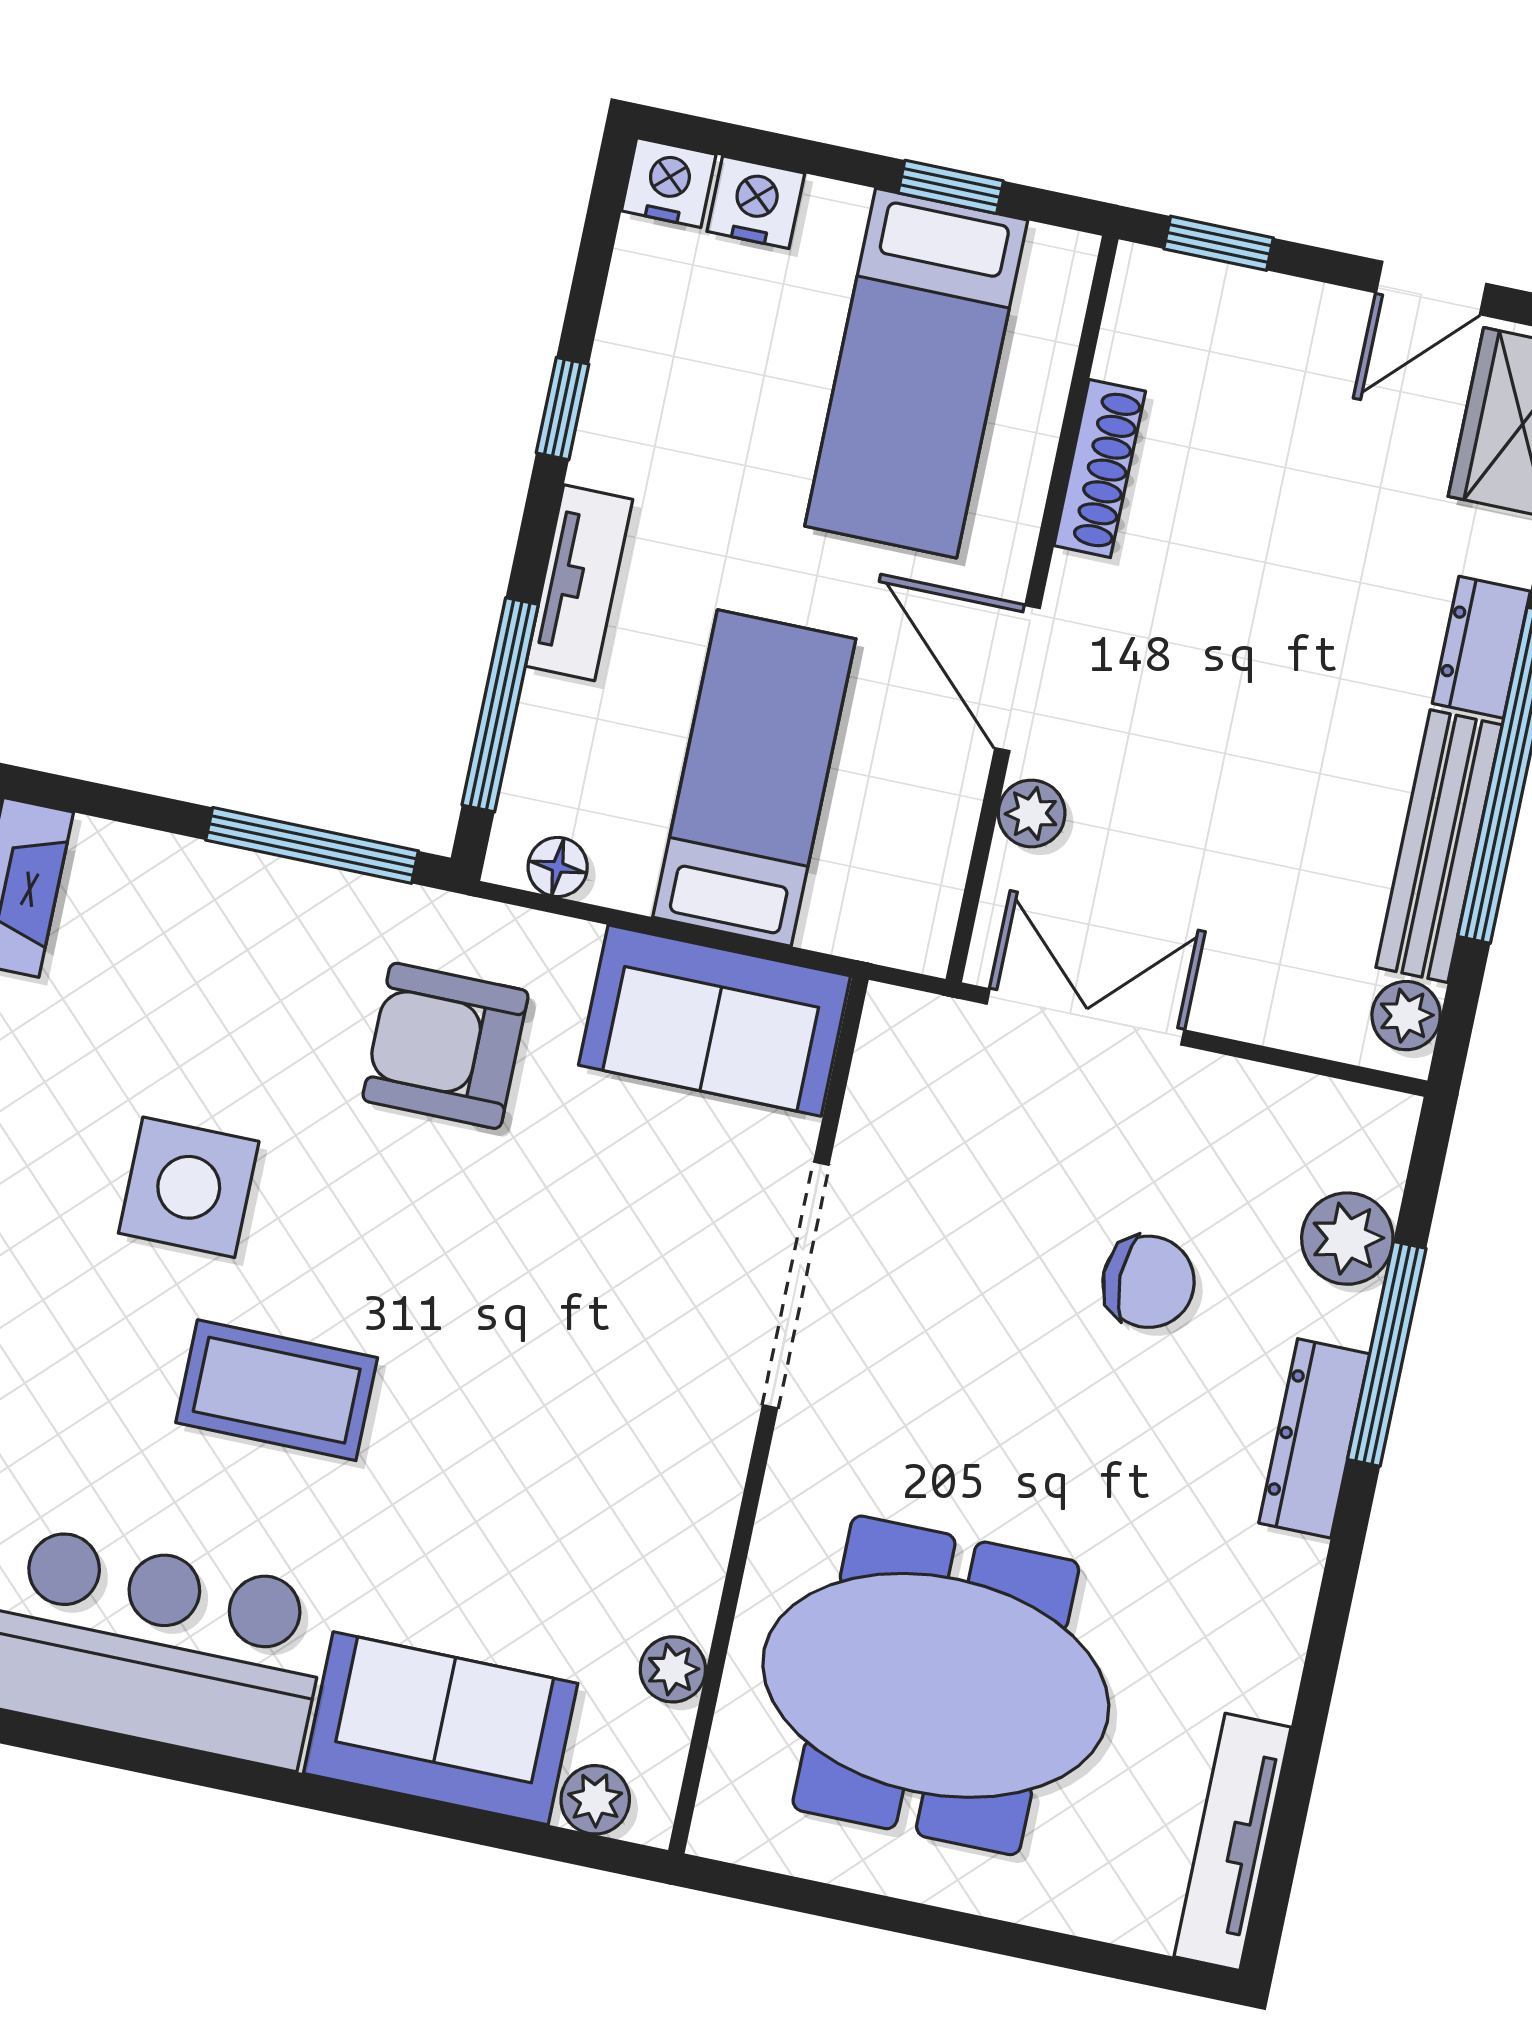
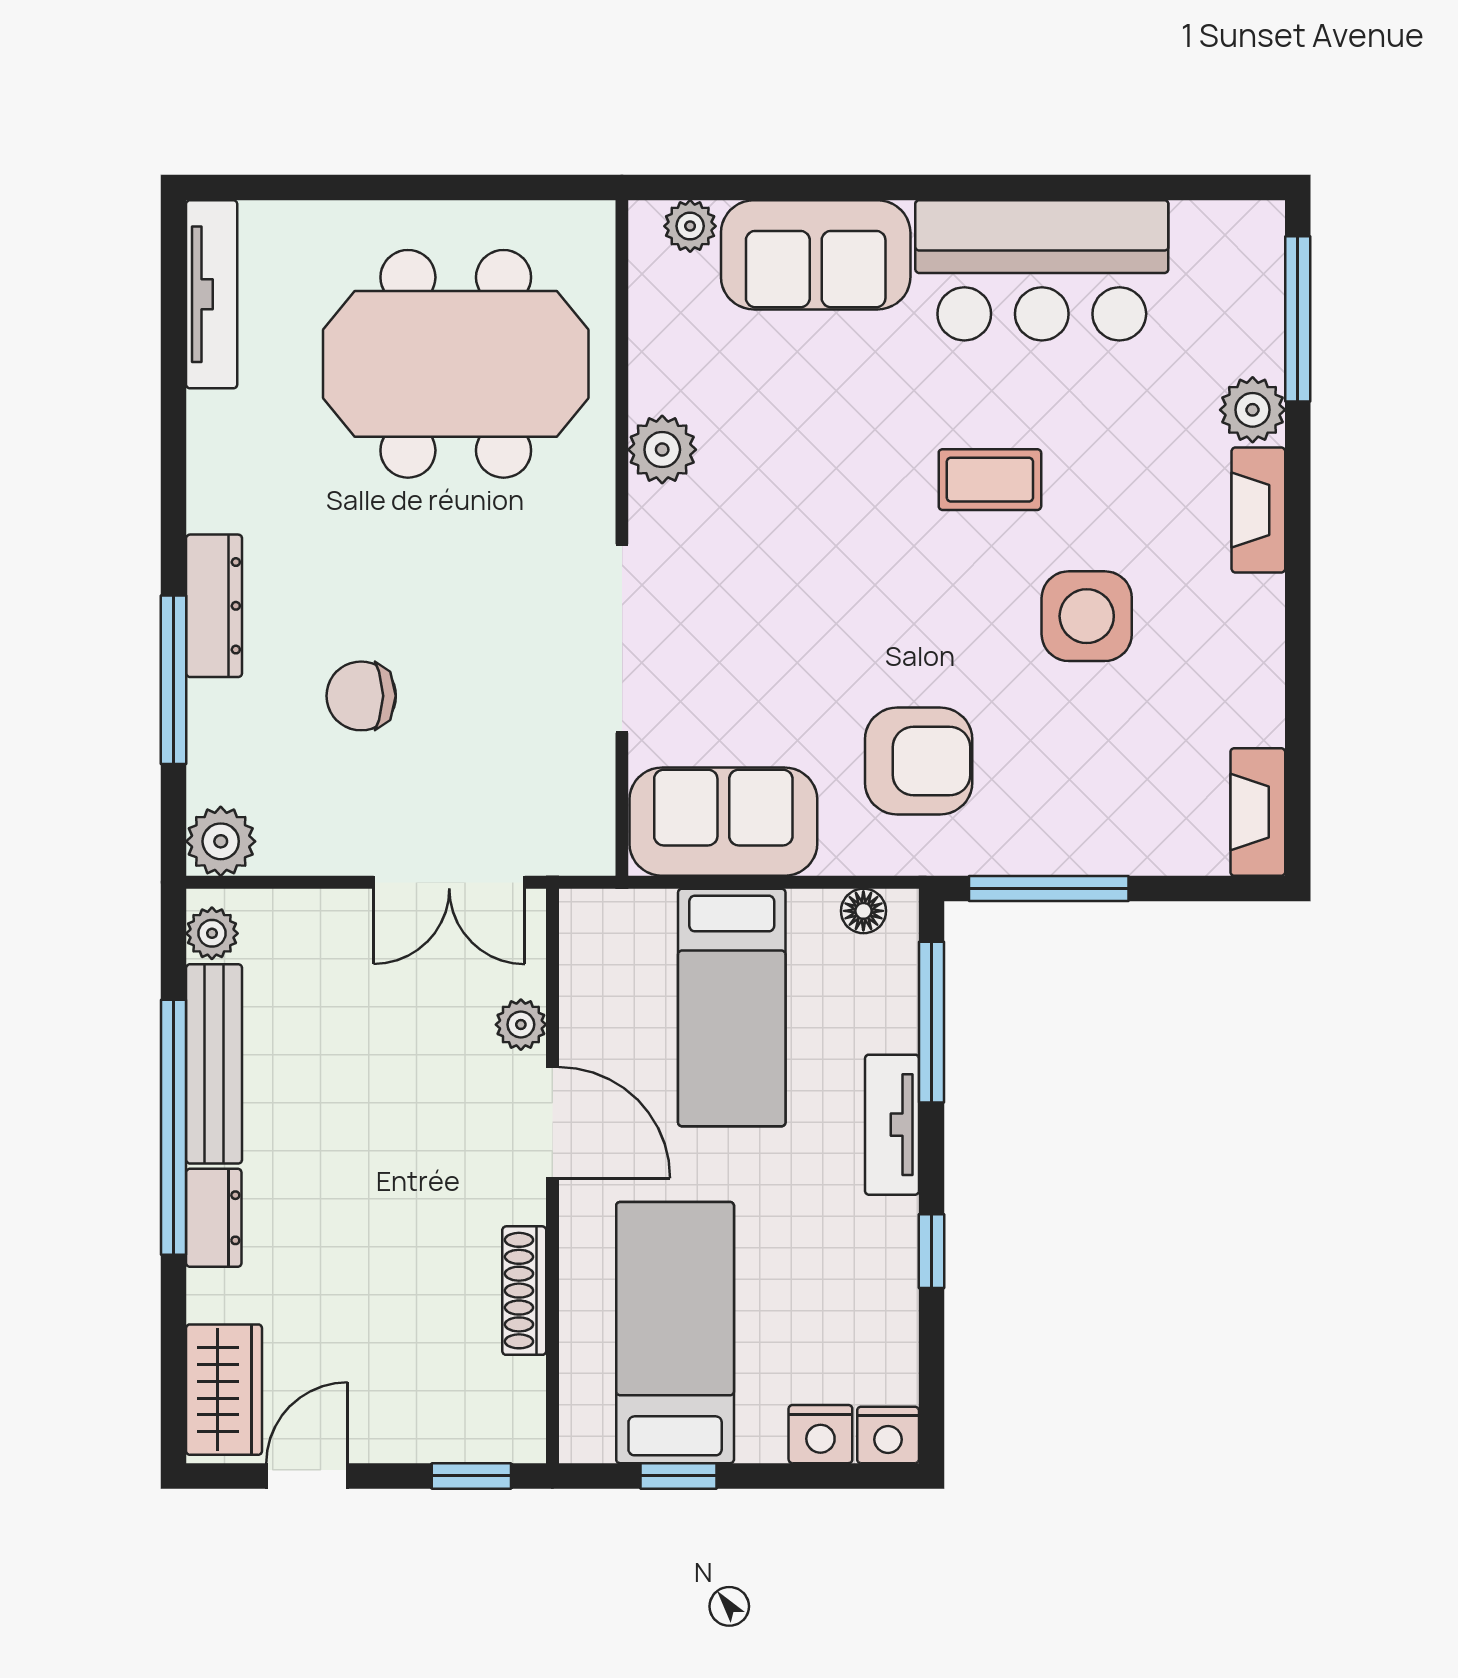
plant: (1347, 1239) -> (221, 841), moved
coffee table: (277, 1390) -> (990, 480), width x0.73, depth x0.77
plant: (673, 1669) -> (662, 450), moved, width x1.38, depth x1.38

